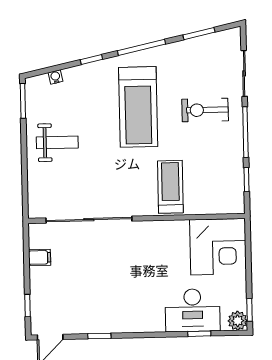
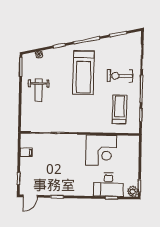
weight bench: (57, 142) -> (39, 90), turned 90
treadmill: (170, 187) -> (119, 109), moved
corner desk: (218, 247) -> (101, 150), moved

